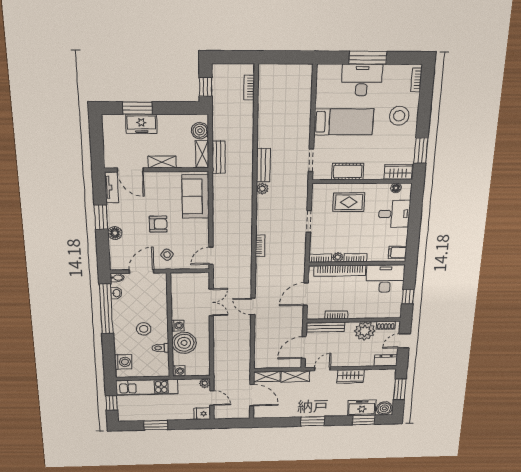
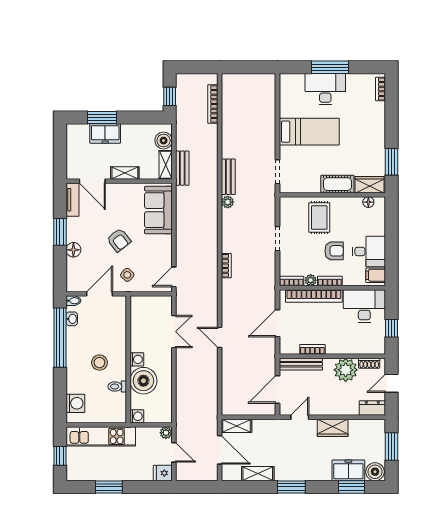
bookcase: (249, 88) -> (213, 104), width x1.56
stool: (399, 116) -> (366, 125), removed
cot: (348, 172) -> (337, 184), moved
rug: (349, 202) -> (319, 218), turned 90
desk: (394, 214) -> (369, 251), moved
armchair: (158, 224) -> (119, 240), turned 52
armchair: (361, 232) -> (334, 251), added
shelving: (295, 376) -> (258, 474), moved

